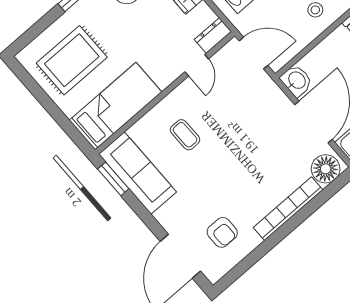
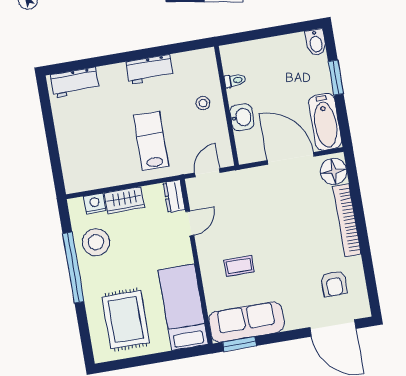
door: (254, 53) -> (207, 173), width x0.73
door: (197, 65) -> (190, 223), hinge flipped
washbasin: (296, 81) -> (242, 117), moved, turned 90
armchair: (222, 232) -> (334, 284), turned 90

